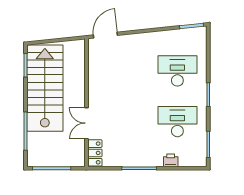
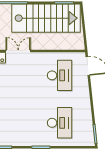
desk: (177, 122) -> (60, 75), moved

